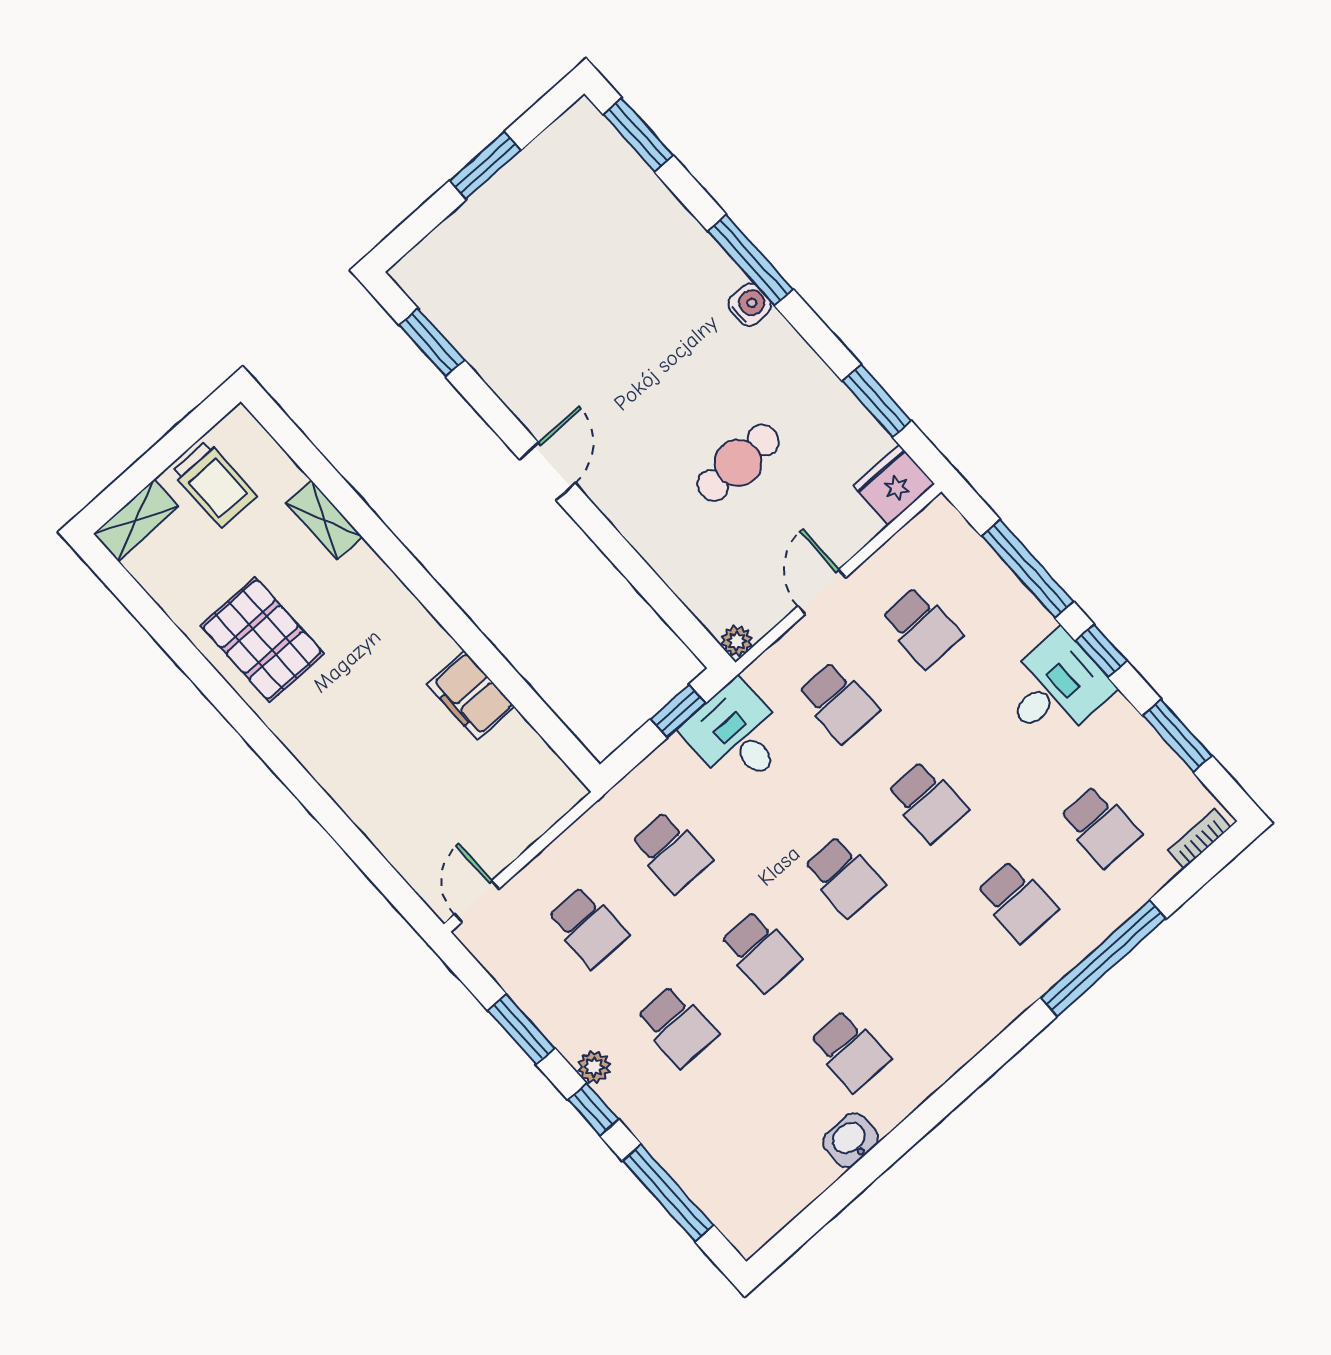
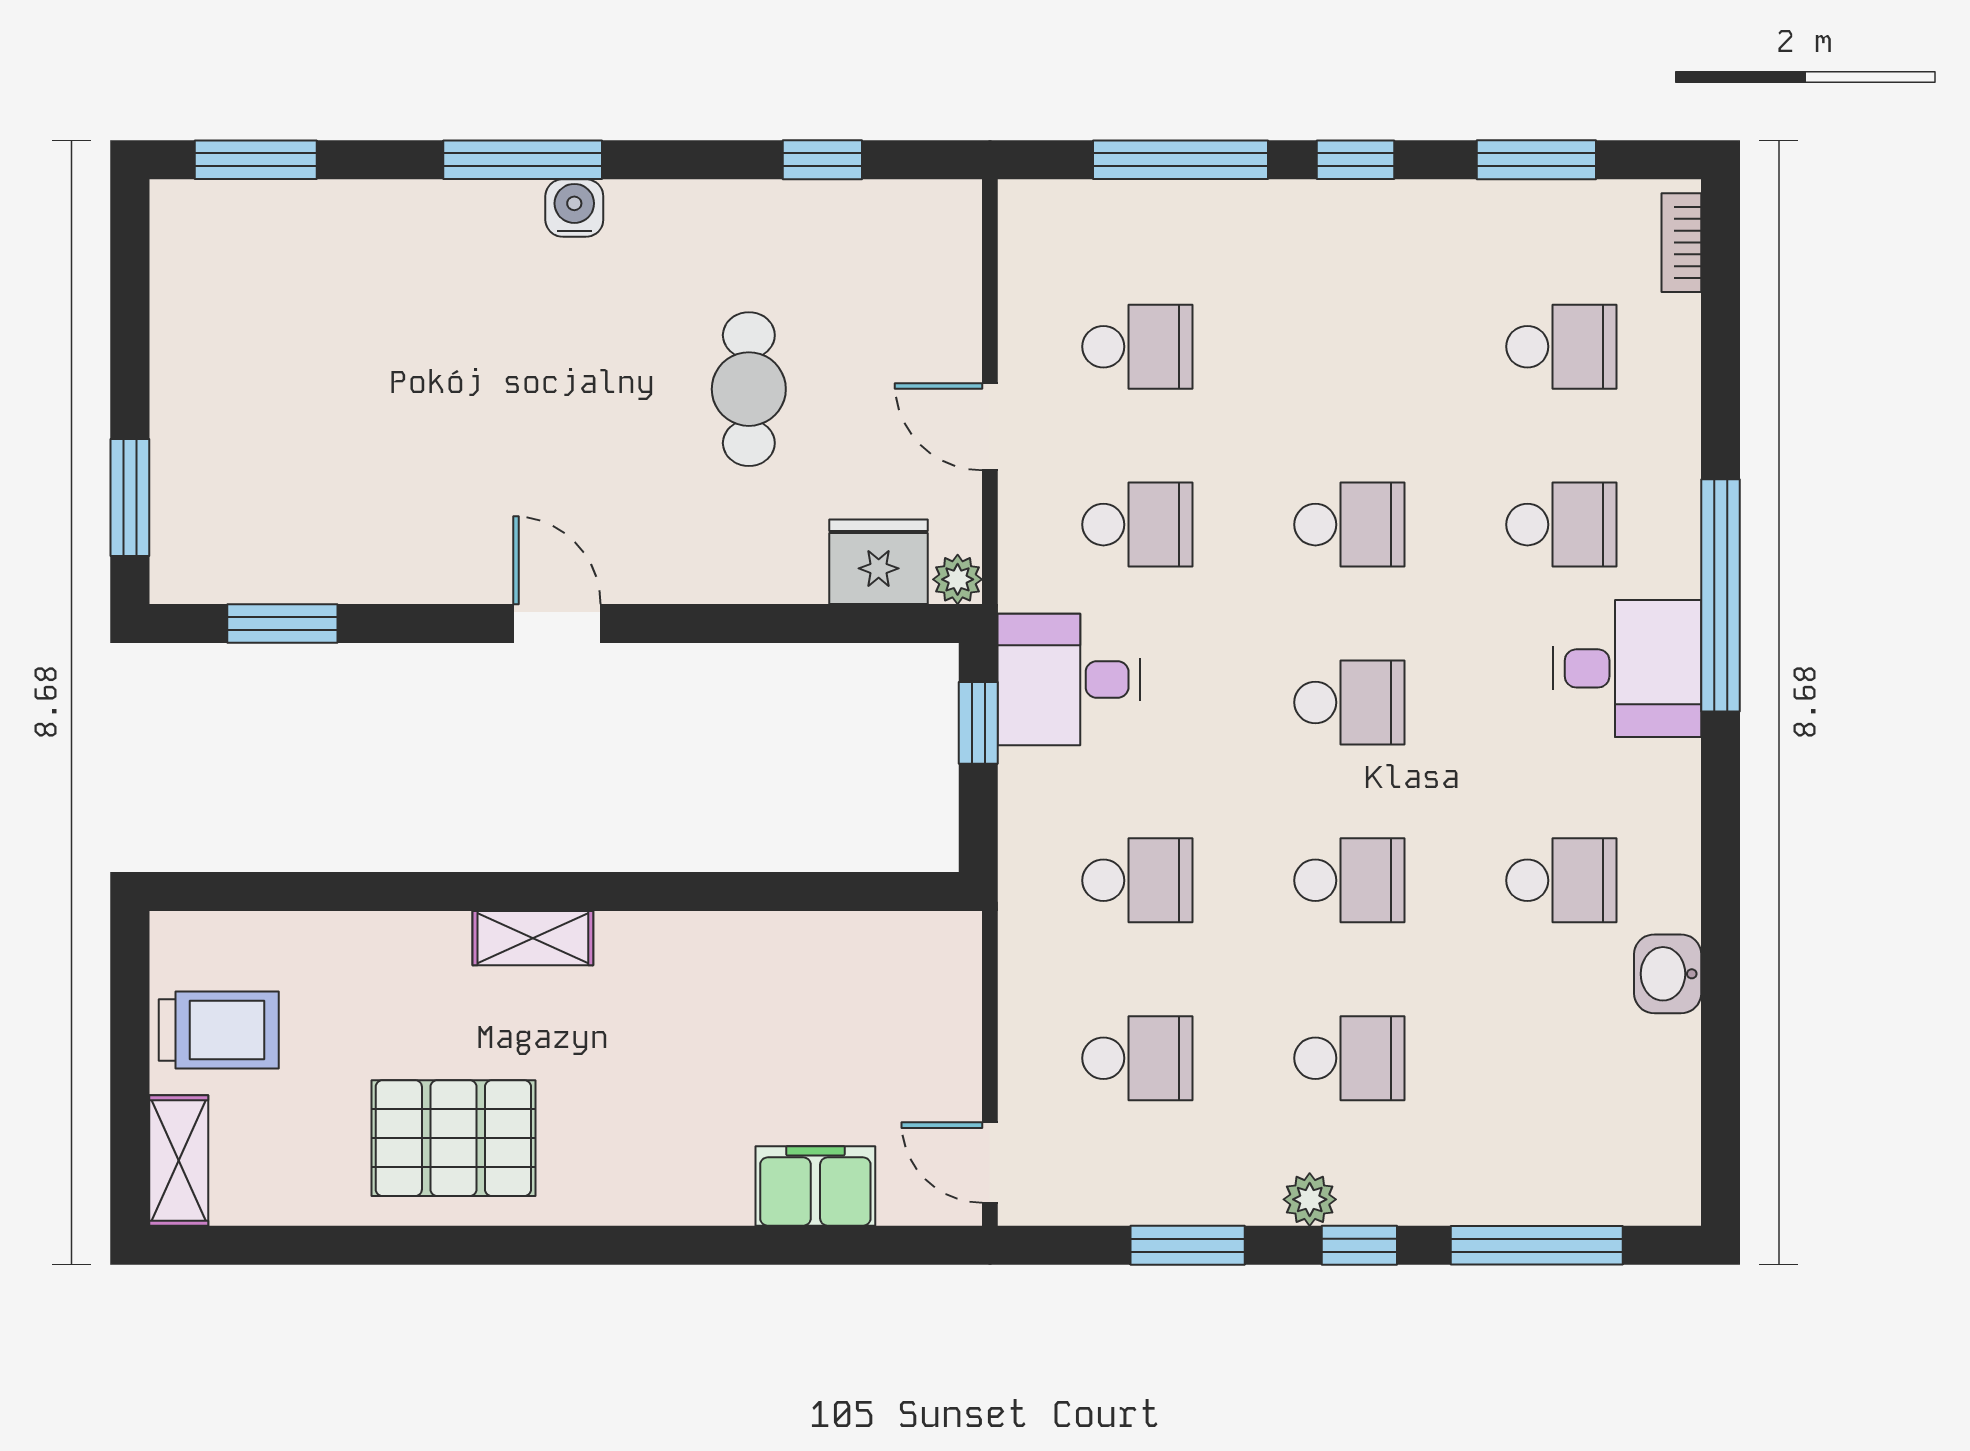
window: (485, 165) -> (130, 498), moved
window: (877, 401) -> (822, 160), width x0.67
fridge: (894, 485) -> (879, 562), moved, turned 90
shelving: (324, 520) -> (533, 938), moved
desk: (1055, 688) -> (1627, 668), moved, turned 90
filing cabinet: (471, 695) -> (815, 1186), moved, turned 180
window: (1103, 958) -> (1721, 595), moved

